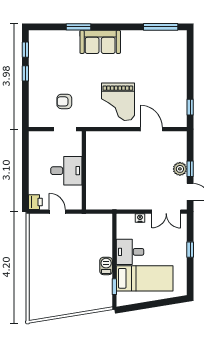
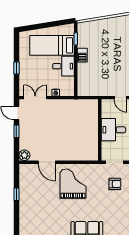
window: (190, 107) -> (16, 194), moved
plant: (180, 169) -> (24, 155), moved

